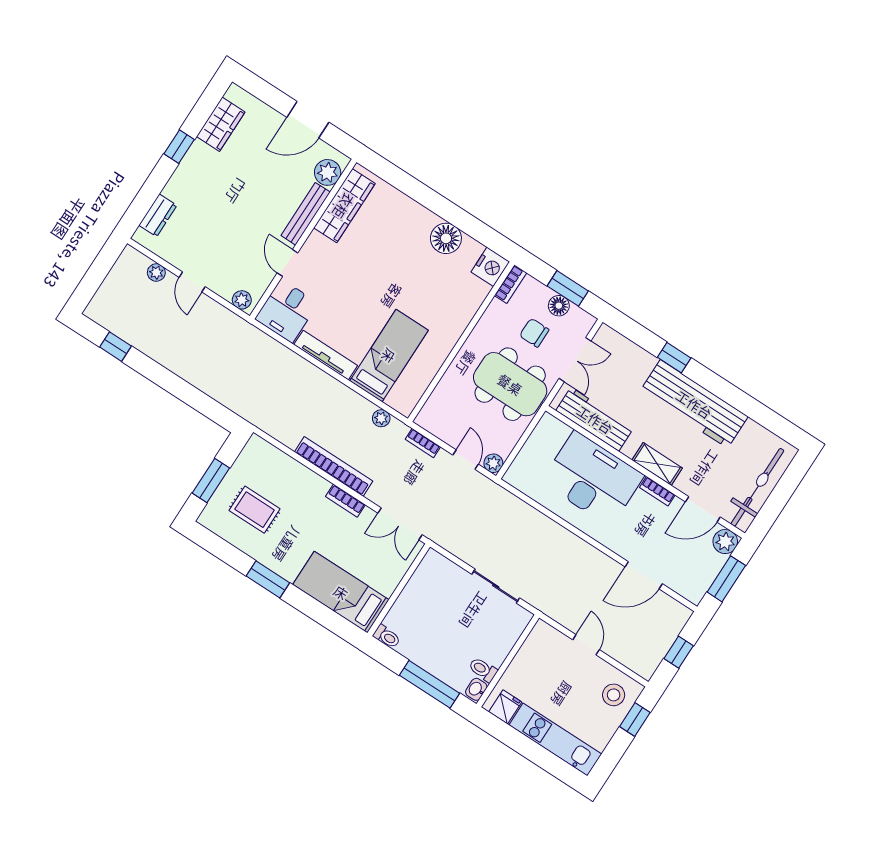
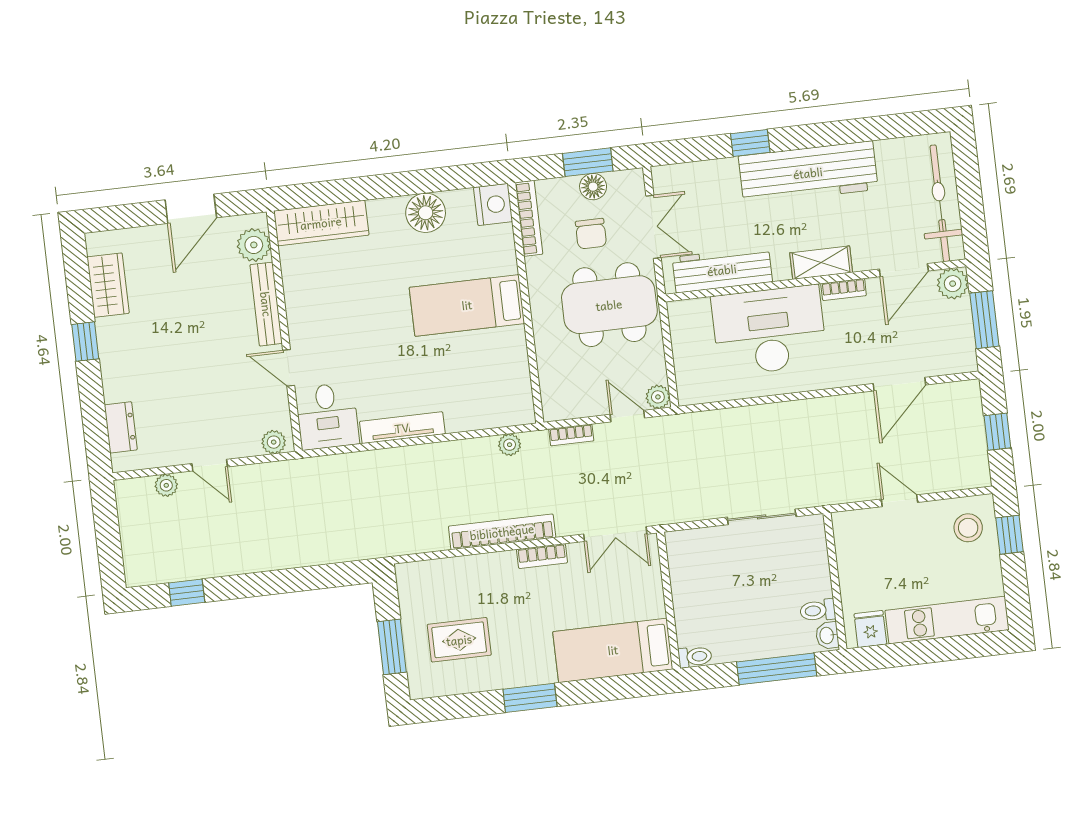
wardrobe: (344, 206) -> (321, 223), moved, turned 90
bookcase: (510, 284) -> (529, 218), width x1.56
chair: (534, 333) -> (591, 234), turned -90
bed: (389, 356) -> (467, 305), moved, turned -90

